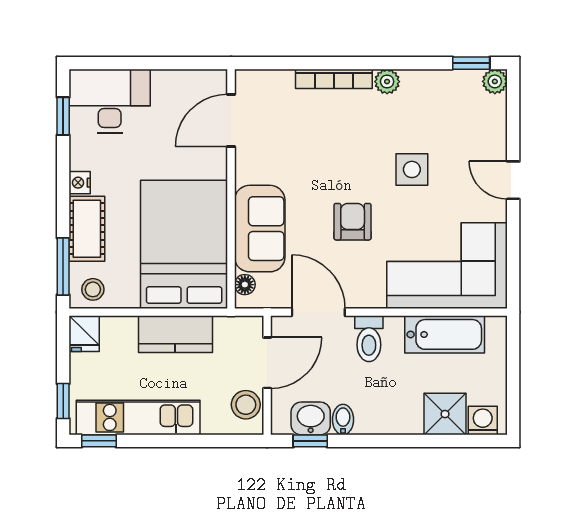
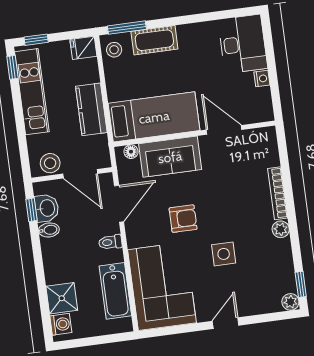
window: (63, 116) -> (228, 14), removed
door: (231, 120) -> (224, 130), moved
nightstand: (80, 183) -> (262, 79), moved, turned 90
bed: (184, 244) -> (154, 117), width x0.67
toilet: (369, 339) -> (110, 242), width x0.73, depth x0.72

